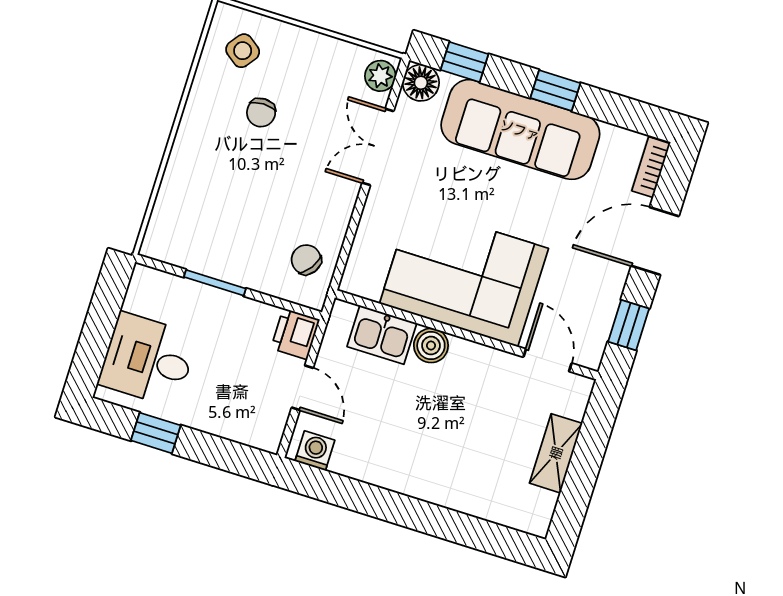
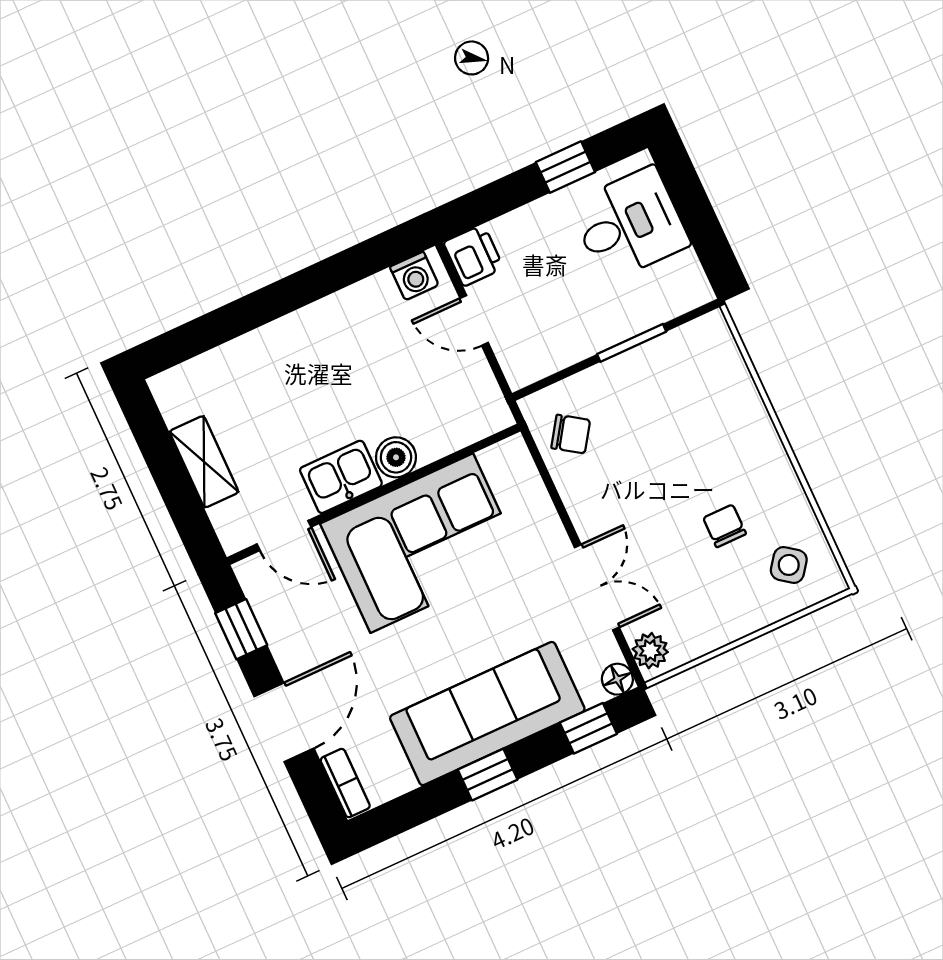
floor lamp: (421, 83) -> (617, 679), width x0.73, depth x0.73
printer: (295, 334) -> (473, 255), moved
kitchen sink: (382, 335) -> (341, 477), moved

